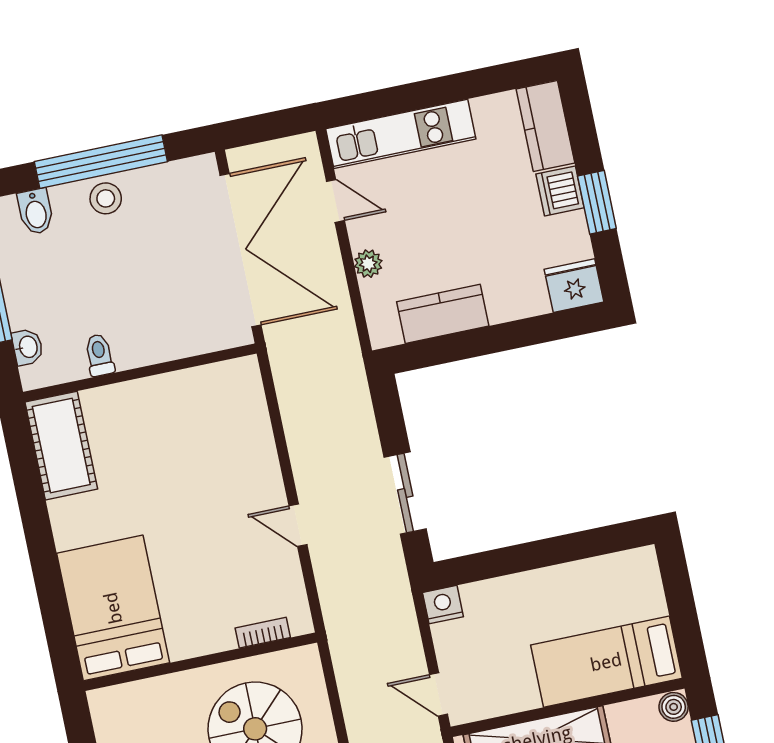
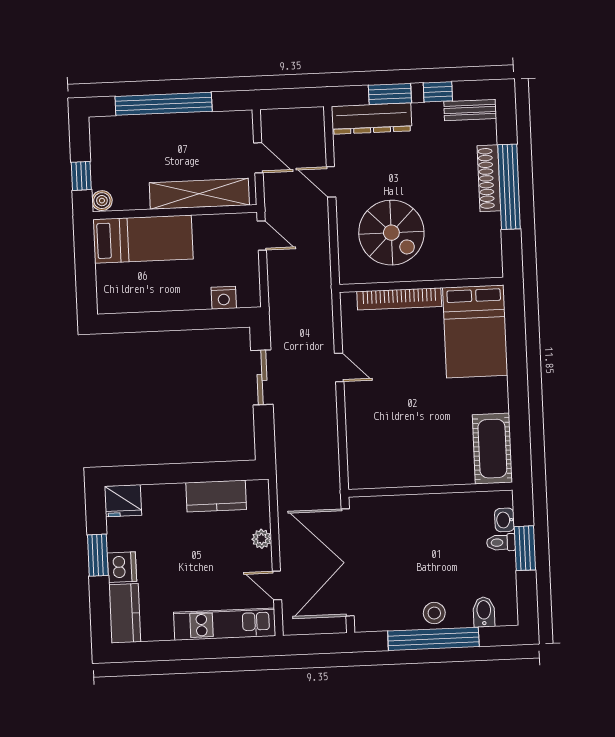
toilet: (99, 355) -> (501, 543), moved, turned 90
nightstand: (443, 605) -> (224, 298), moved
bookcase: (263, 633) -> (399, 299), width x2.31, depth x1.31

